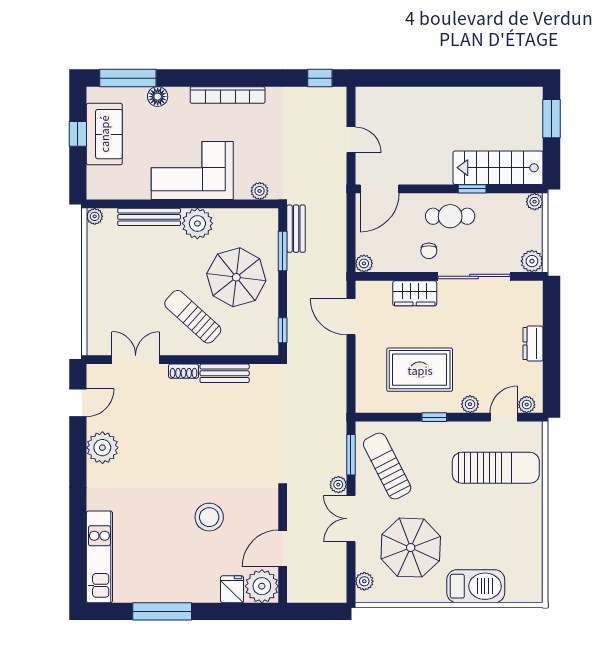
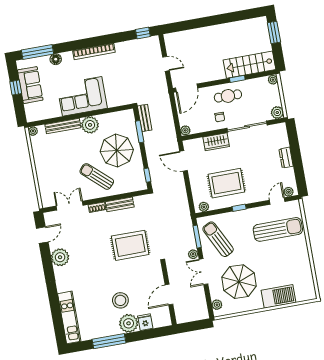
plant: (260, 191) -> (121, 101), removed
plant: (470, 404) -> (204, 207), moved
rug: (230, 449) -> (130, 245), added
stool: (209, 517) -> (120, 300), moved
plant: (262, 586) -> (129, 323), moved

